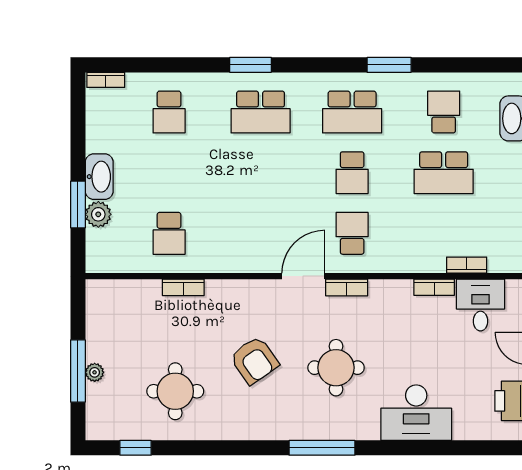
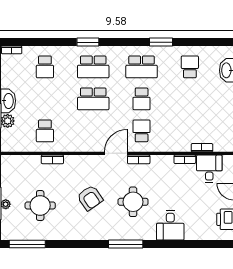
school desk: (444, 173) -> (93, 99), moved
round table: (175, 391) -> (40, 205), moved
desk: (416, 413) -> (170, 226), width x0.73
window: (136, 448) -> (27, 244), width x2.17

